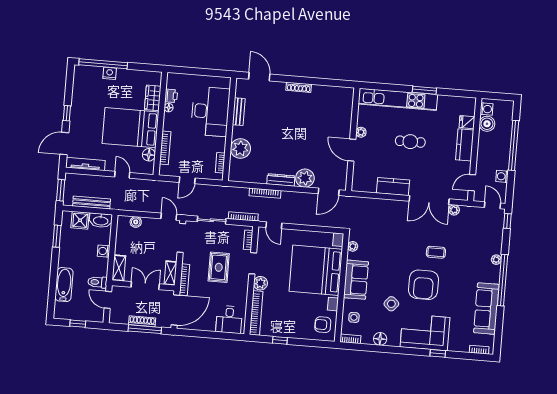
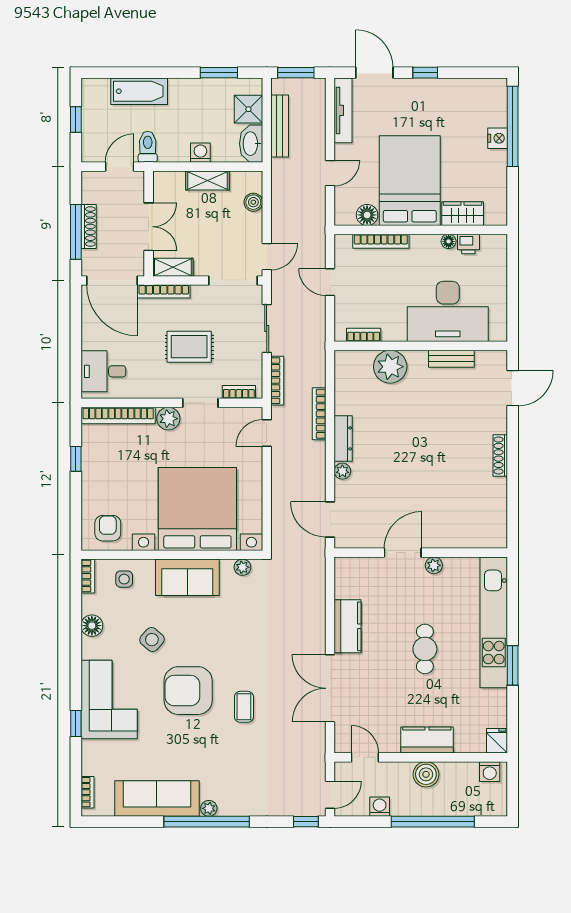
fridge: (467, 122) -> (497, 741), moved
boiler: (487, 124) -> (426, 774), moved
plant: (305, 178) -> (342, 471), width x0.53, depth x0.53
plant: (454, 210) -> (317, 731), removed
plant: (496, 260) -> (209, 808), moved
shelving: (119, 268) -> (208, 180), moved

